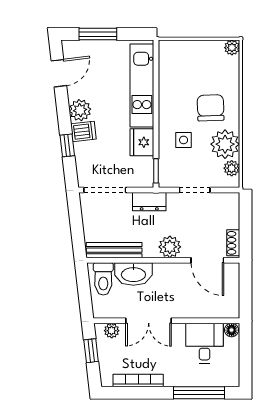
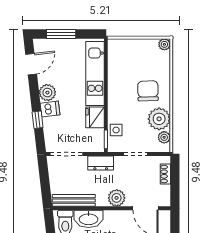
side table: (184, 140) -> (116, 130), moved
shoe rack: (233, 243) -> (165, 174), moved

